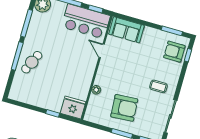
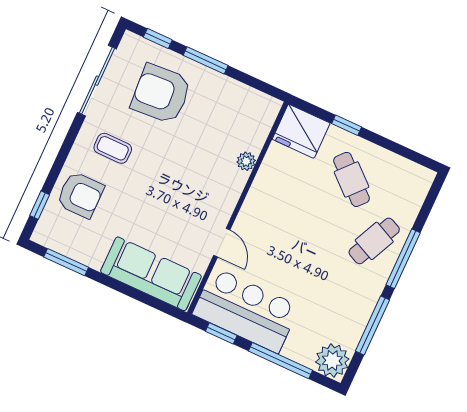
sofa: (126, 30) -> (151, 274), width x1.36
armchair: (174, 52) -> (80, 195), moved
cafe table: (47, 89) -> (351, 179), added
armchair: (124, 108) -> (161, 94), moved

